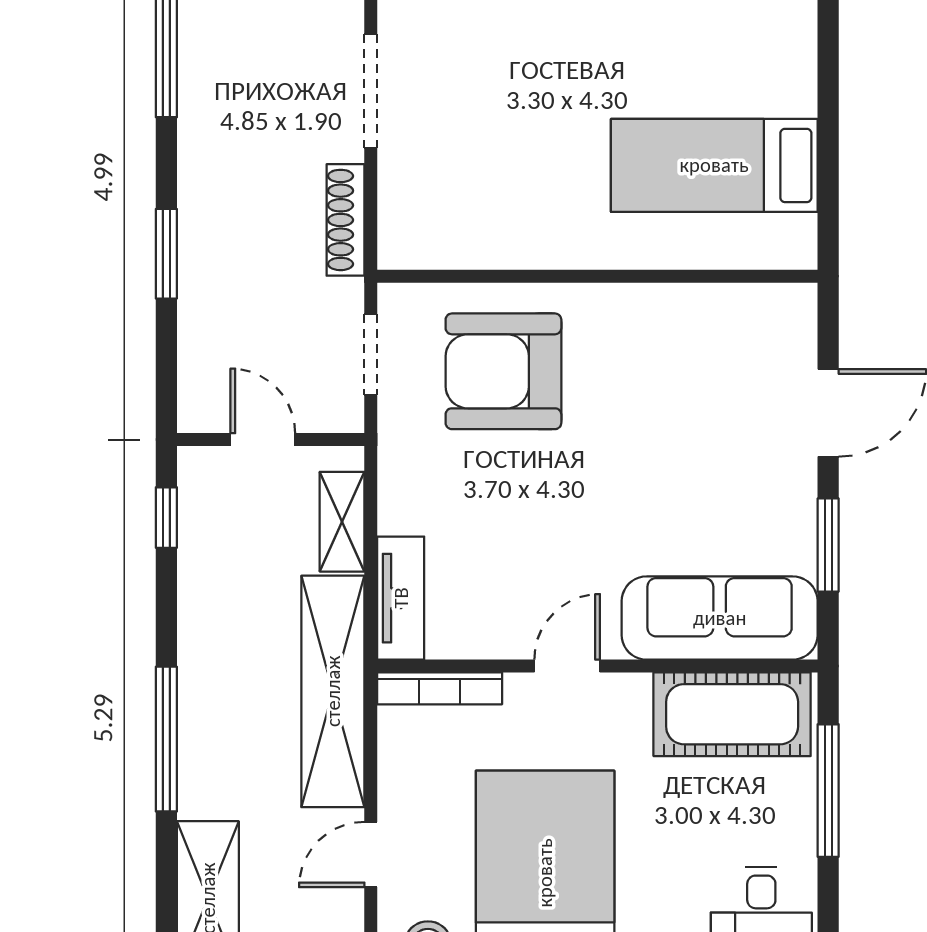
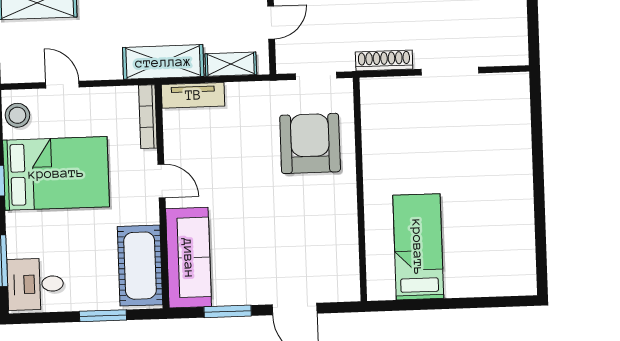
shelving: (333, 691) -> (163, 62), width x0.68
window: (828, 791) -> (103, 316), width x0.69

